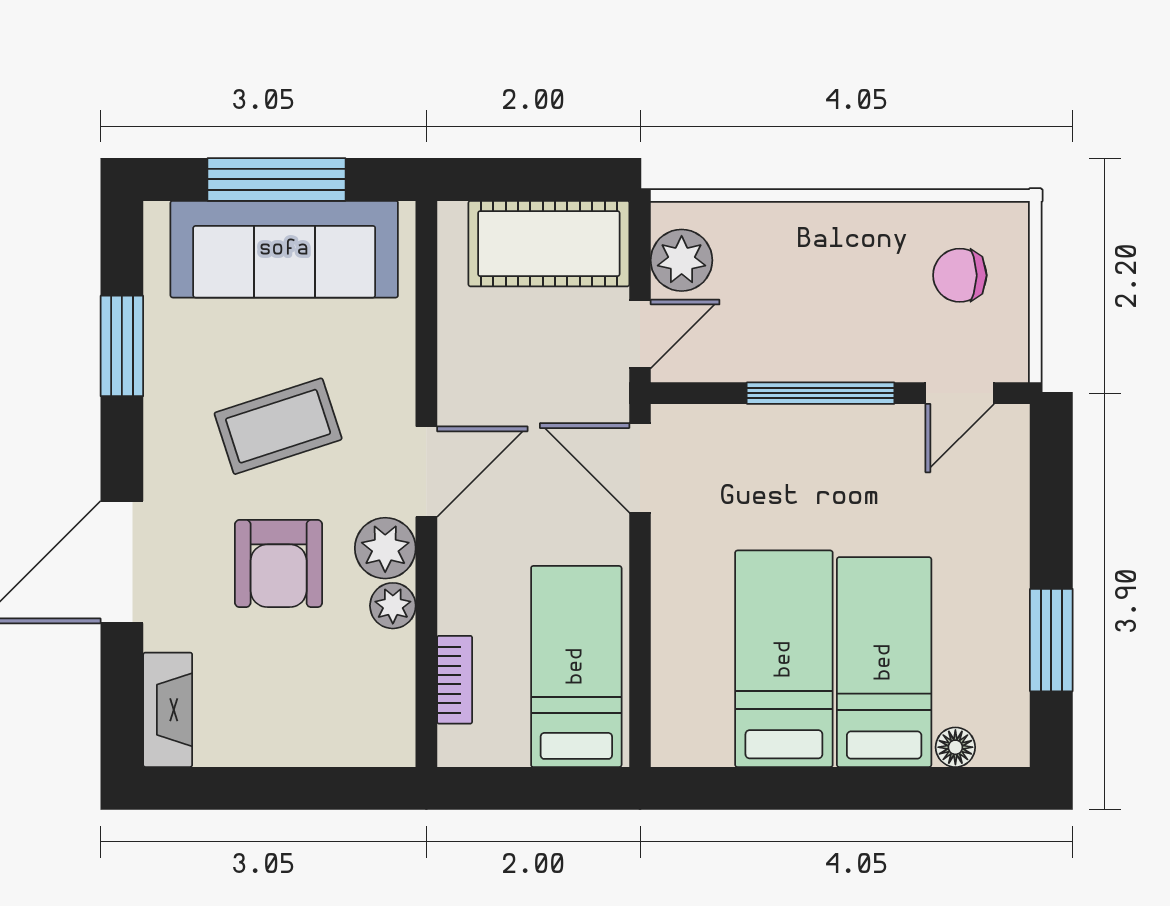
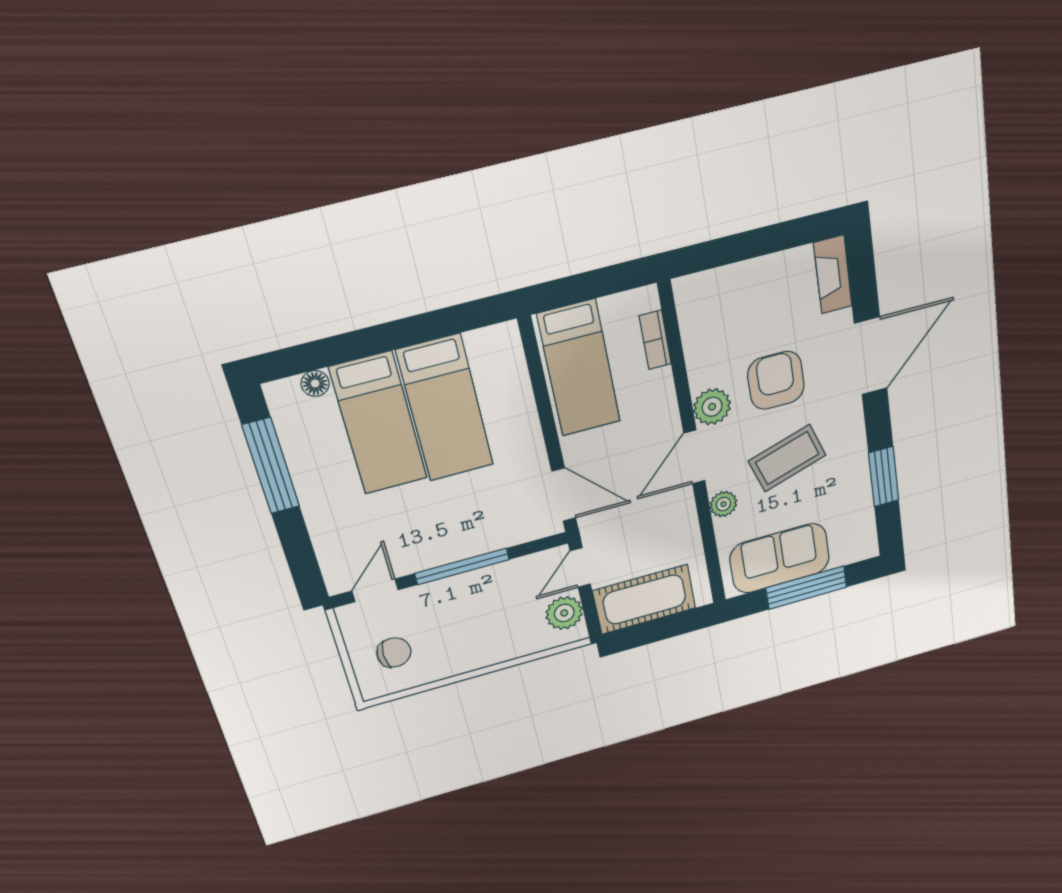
sofa: (284, 249) -> (780, 558), width x0.73
plant: (393, 606) -> (723, 504), moved
window: (1051, 640) -> (271, 466), width x1.44

